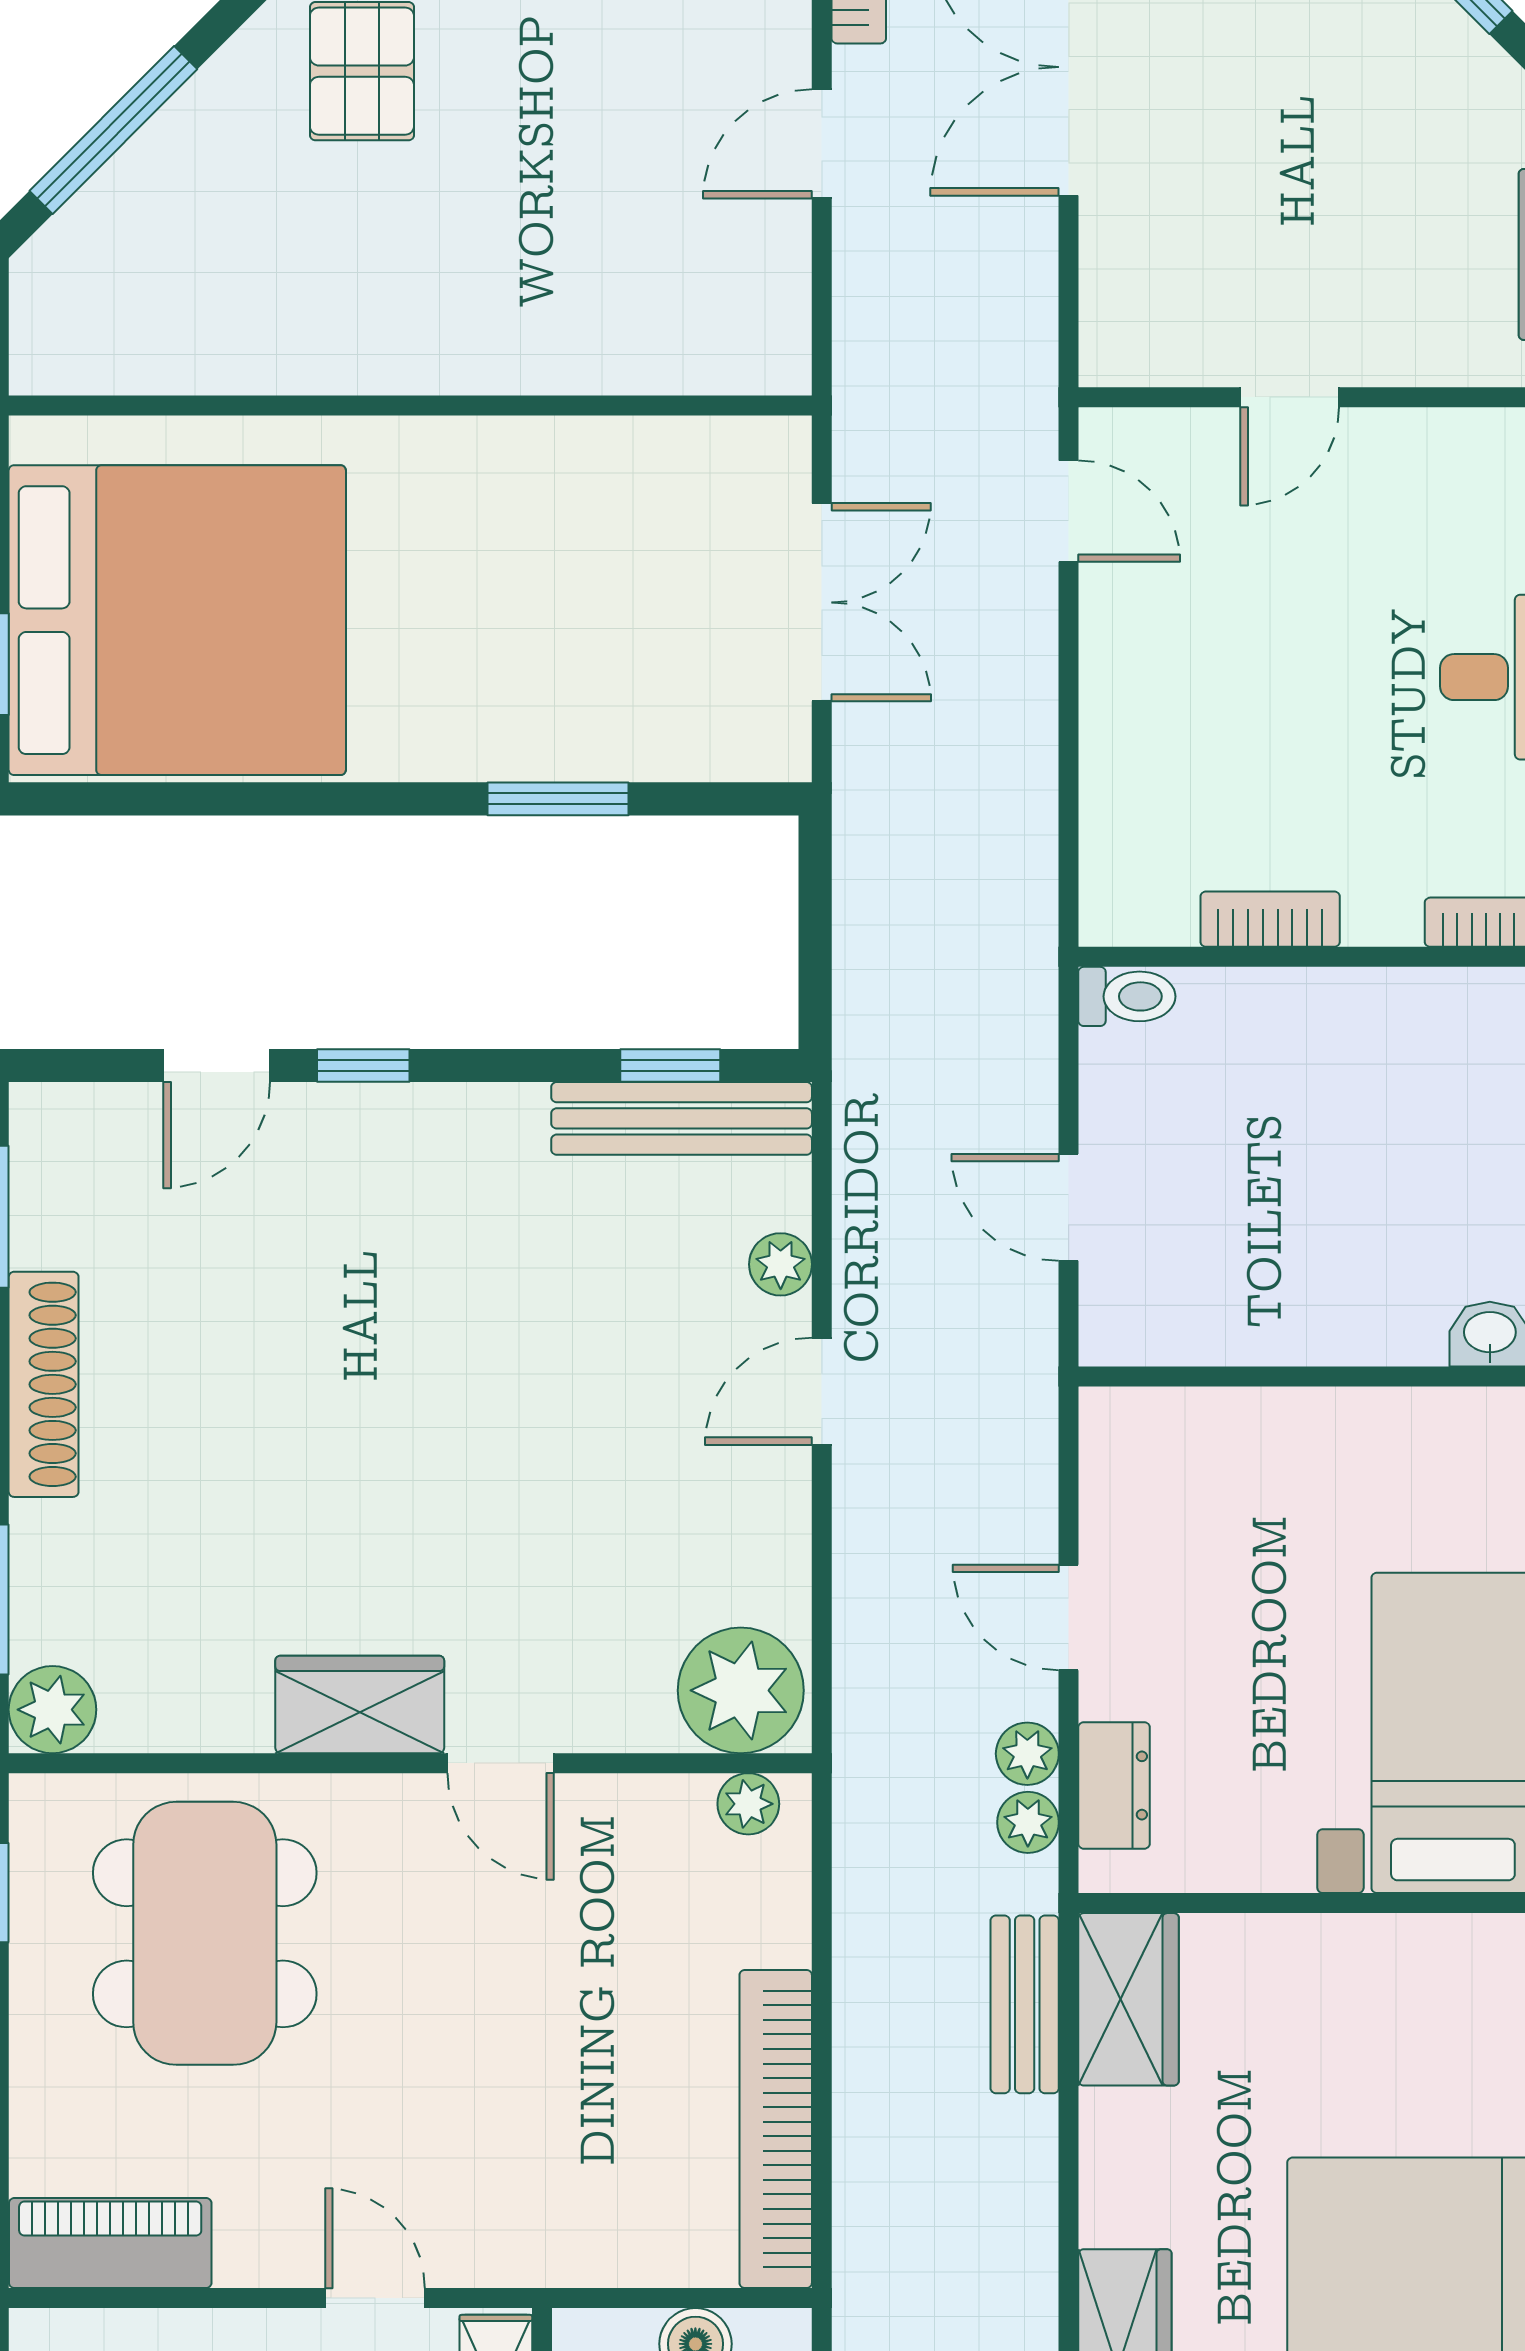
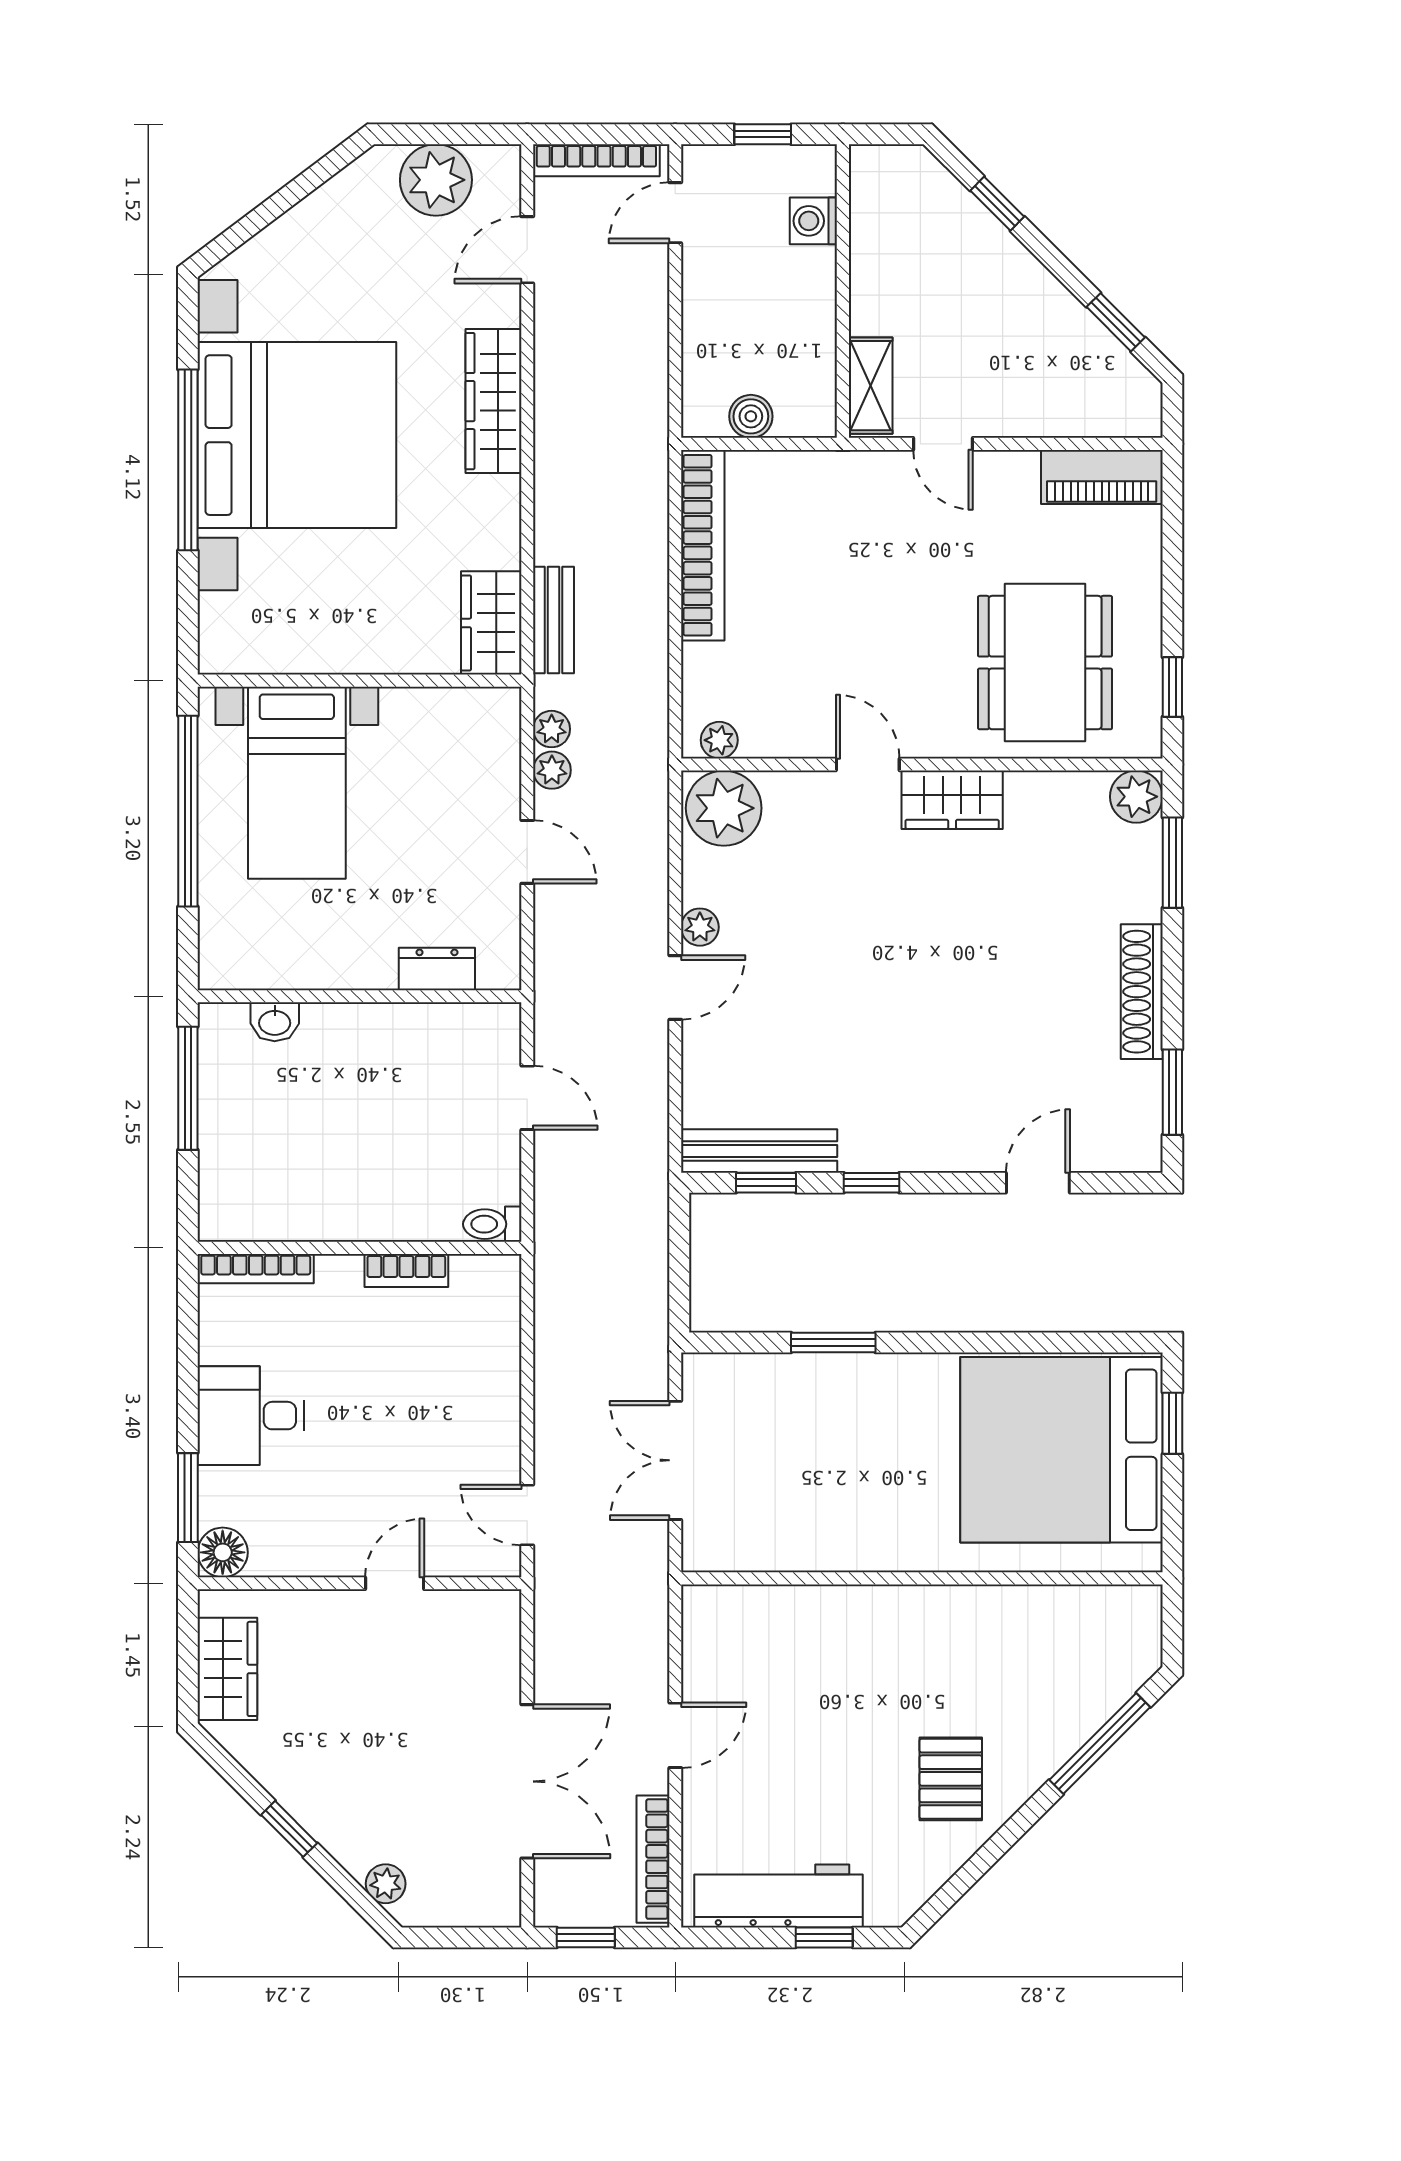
window: (363, 1065) -> (872, 1183), moved
plant: (781, 1264) -> (700, 927), moved
dresser: (1114, 1785) -> (437, 969), moved, turned 90

